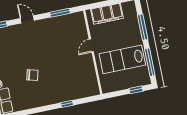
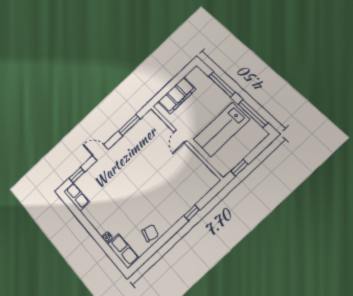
chair: (32, 75) -> (150, 233), moved
window: (136, 90) -> (239, 168), moved

